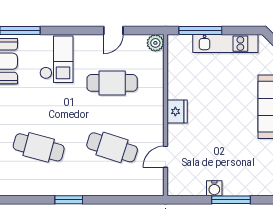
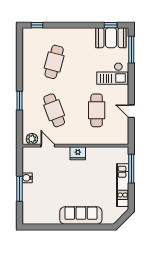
plant: (155, 43) -> (32, 139), moved
cafe table: (112, 147) -> (54, 110), turned -39
window: (69, 200) -> (19, 101), moved

